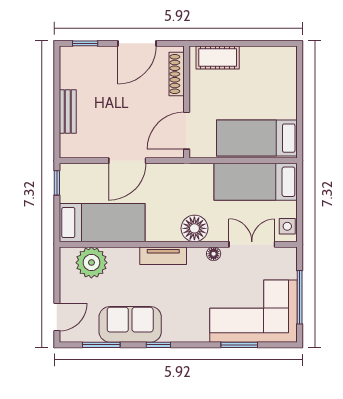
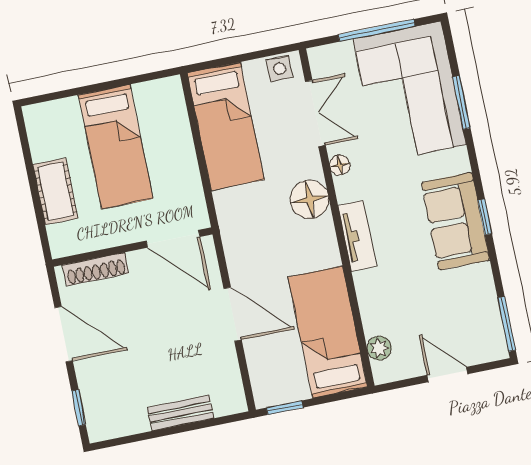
cot: (218, 57) -> (55, 191), moved
bed: (257, 138) -> (116, 147), moved
double door: (252, 244) -> (315, 113), swing flipped
plant: (91, 263) -> (379, 348), width x0.53, depth x0.53
door: (57, 317) -> (447, 375), moved
sofa: (130, 324) -> (455, 221), moved
window: (101, 345) -> (507, 324), moved

